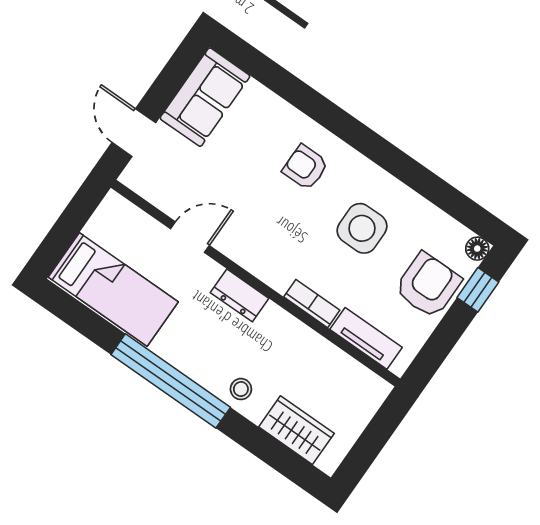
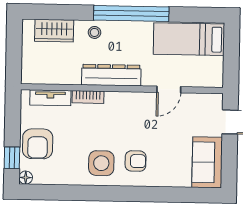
side table: (362, 228) -> (101, 163), moved
dresser: (240, 295) -> (111, 75), width x1.96, depth x1.24

